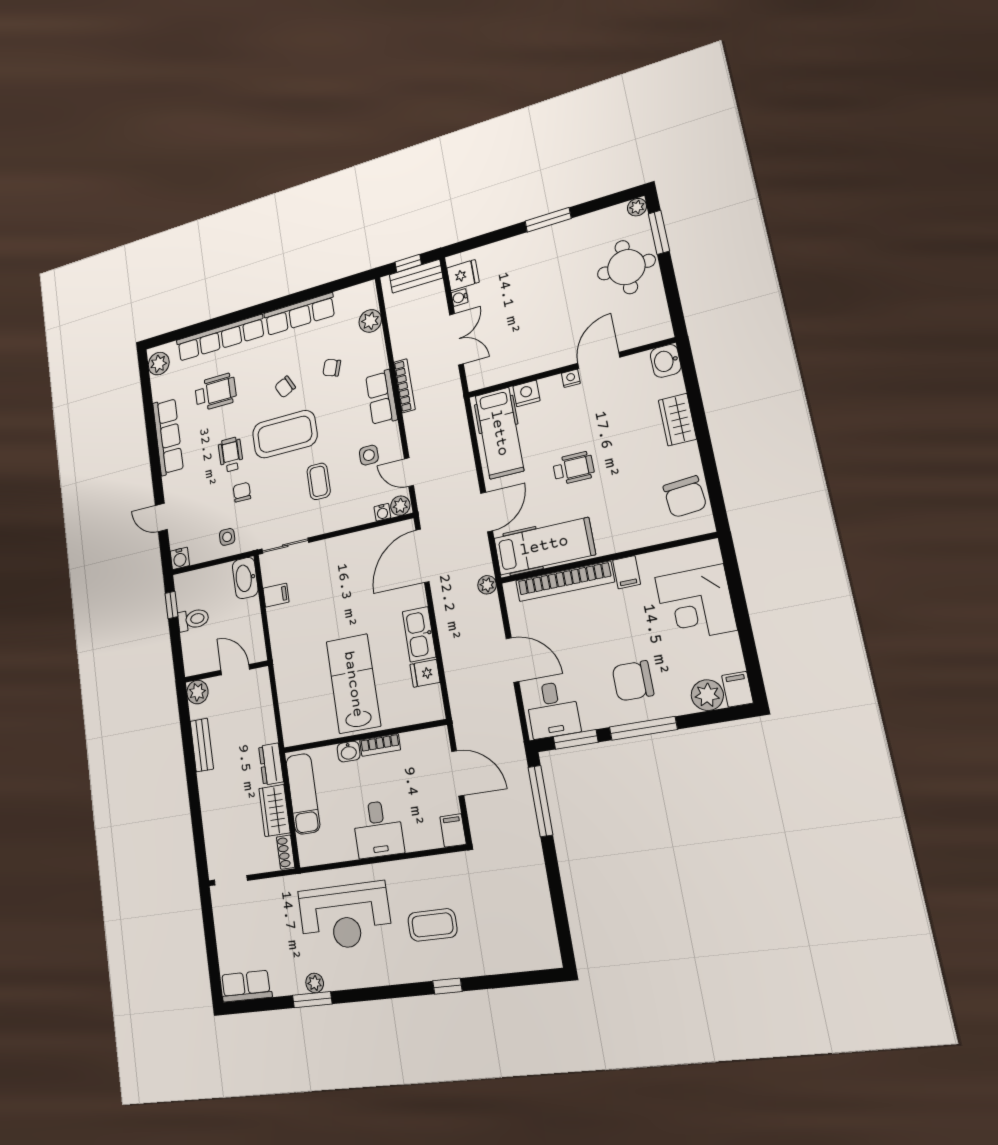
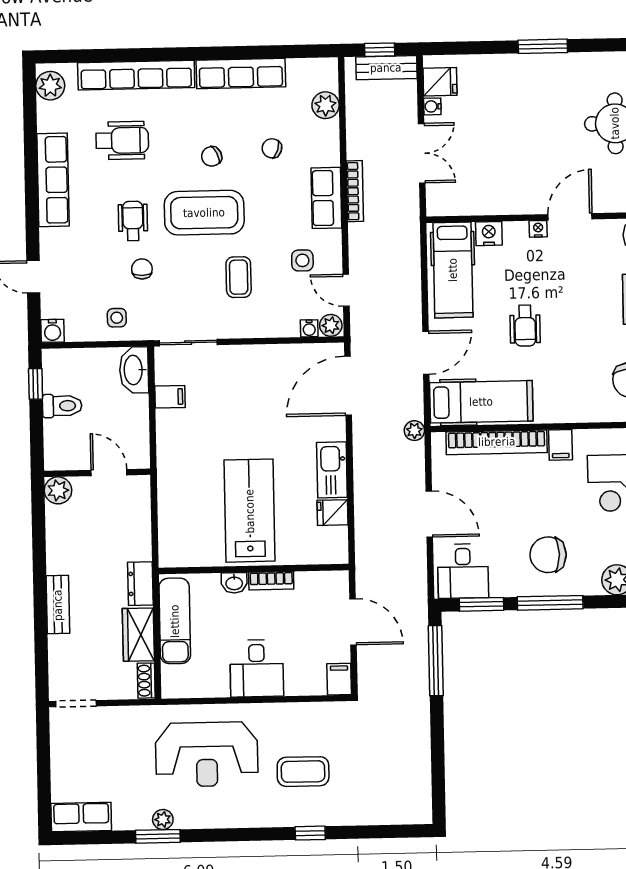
wheelchair: (574, 468) -> (525, 326), turned 90
bench: (202, 745) -> (58, 605), moved

